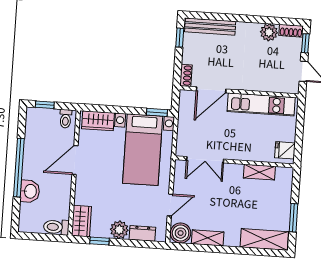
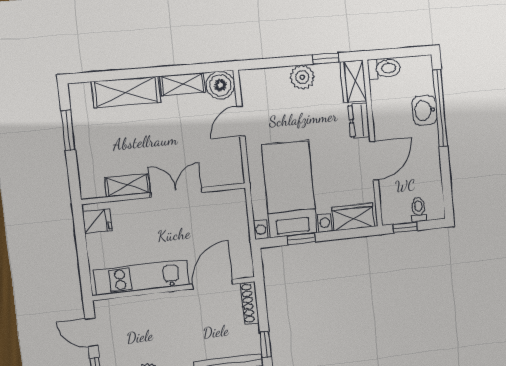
shoe rack: (186, 75) -> (250, 303), width x1.43
window: (45, 105) -> (405, 227), moved
window: (157, 112) -> (301, 239), moved
toilet: (66, 119) -> (419, 210), moved
double door: (205, 160) -> (176, 192), moved
window: (19, 168) -> (440, 108), moved
dresser: (142, 233) -> (359, 121), moved, turned 90
shelving: (264, 239) -> (126, 92), moved

